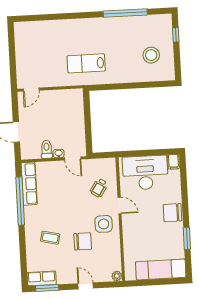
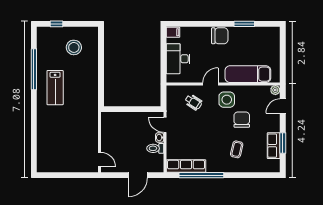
lab bench: (86, 63) -> (55, 88), moved
door: (73, 158) -> (165, 125), swing flipped
desk: (145, 173) -> (178, 59), width x0.73, depth x0.77
chair: (172, 213) -> (220, 36), turned -90
exam couch: (161, 270) -> (248, 74), moved, turned 90
row of seats: (42, 278) -> (274, 146), moved
door: (86, 286) -> (283, 106), moved
window: (47, 288) -> (283, 143), moved

